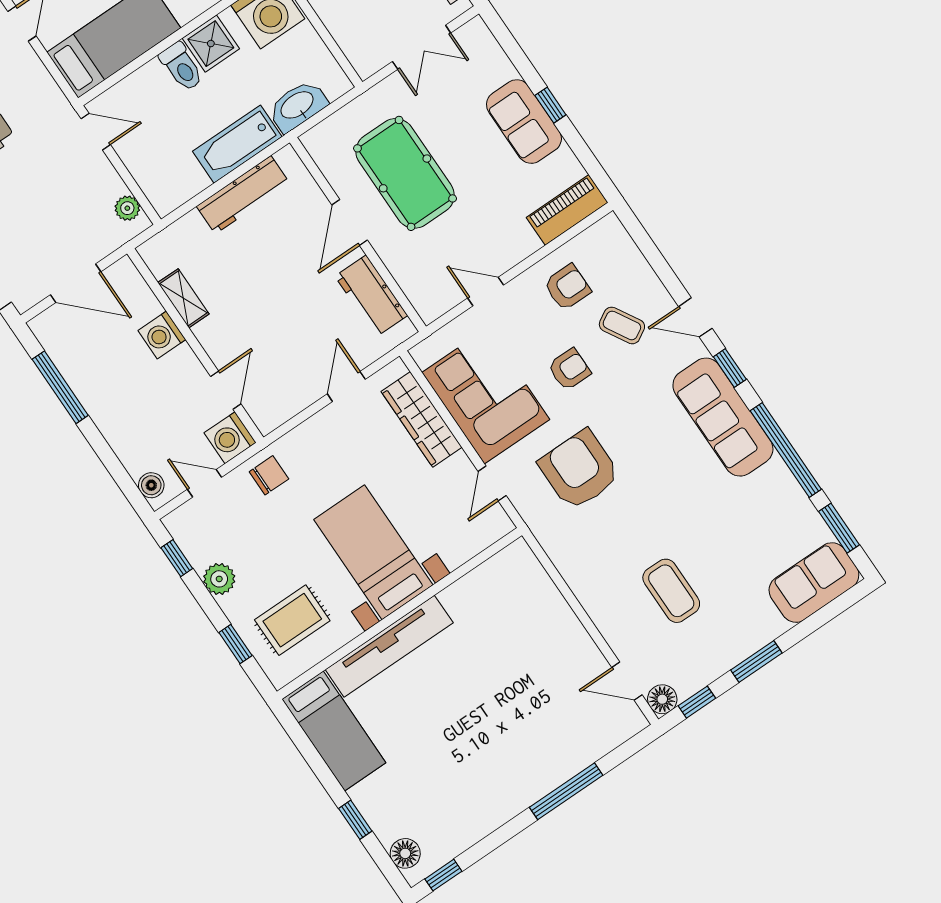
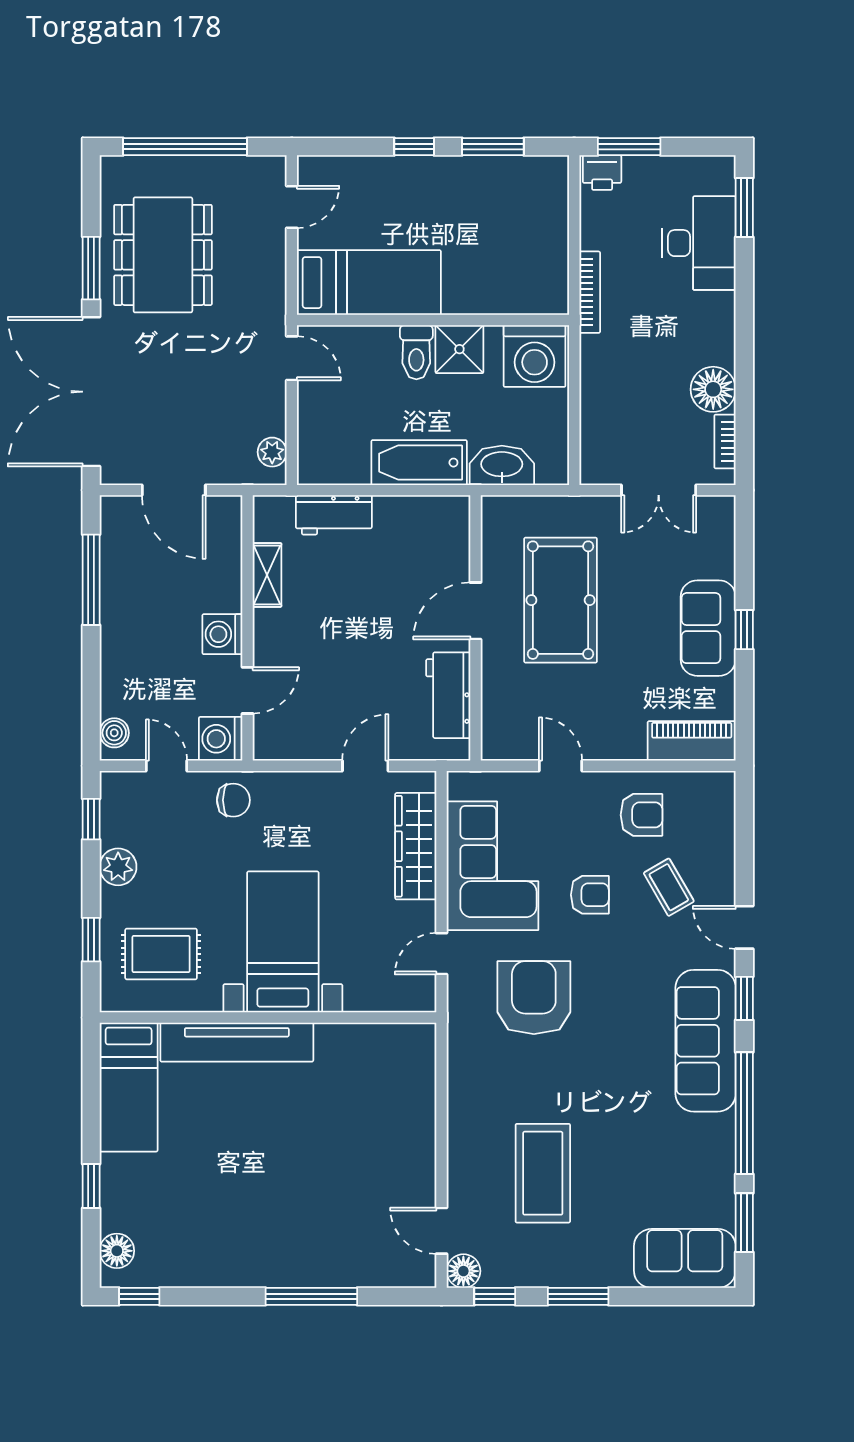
workbench: (243, 195) -> (334, 515), moved, width x0.73
washing machine: (162, 335) -> (222, 634), moved
coffee table: (671, 591) -> (543, 1173), width x1.36, depth x1.32

